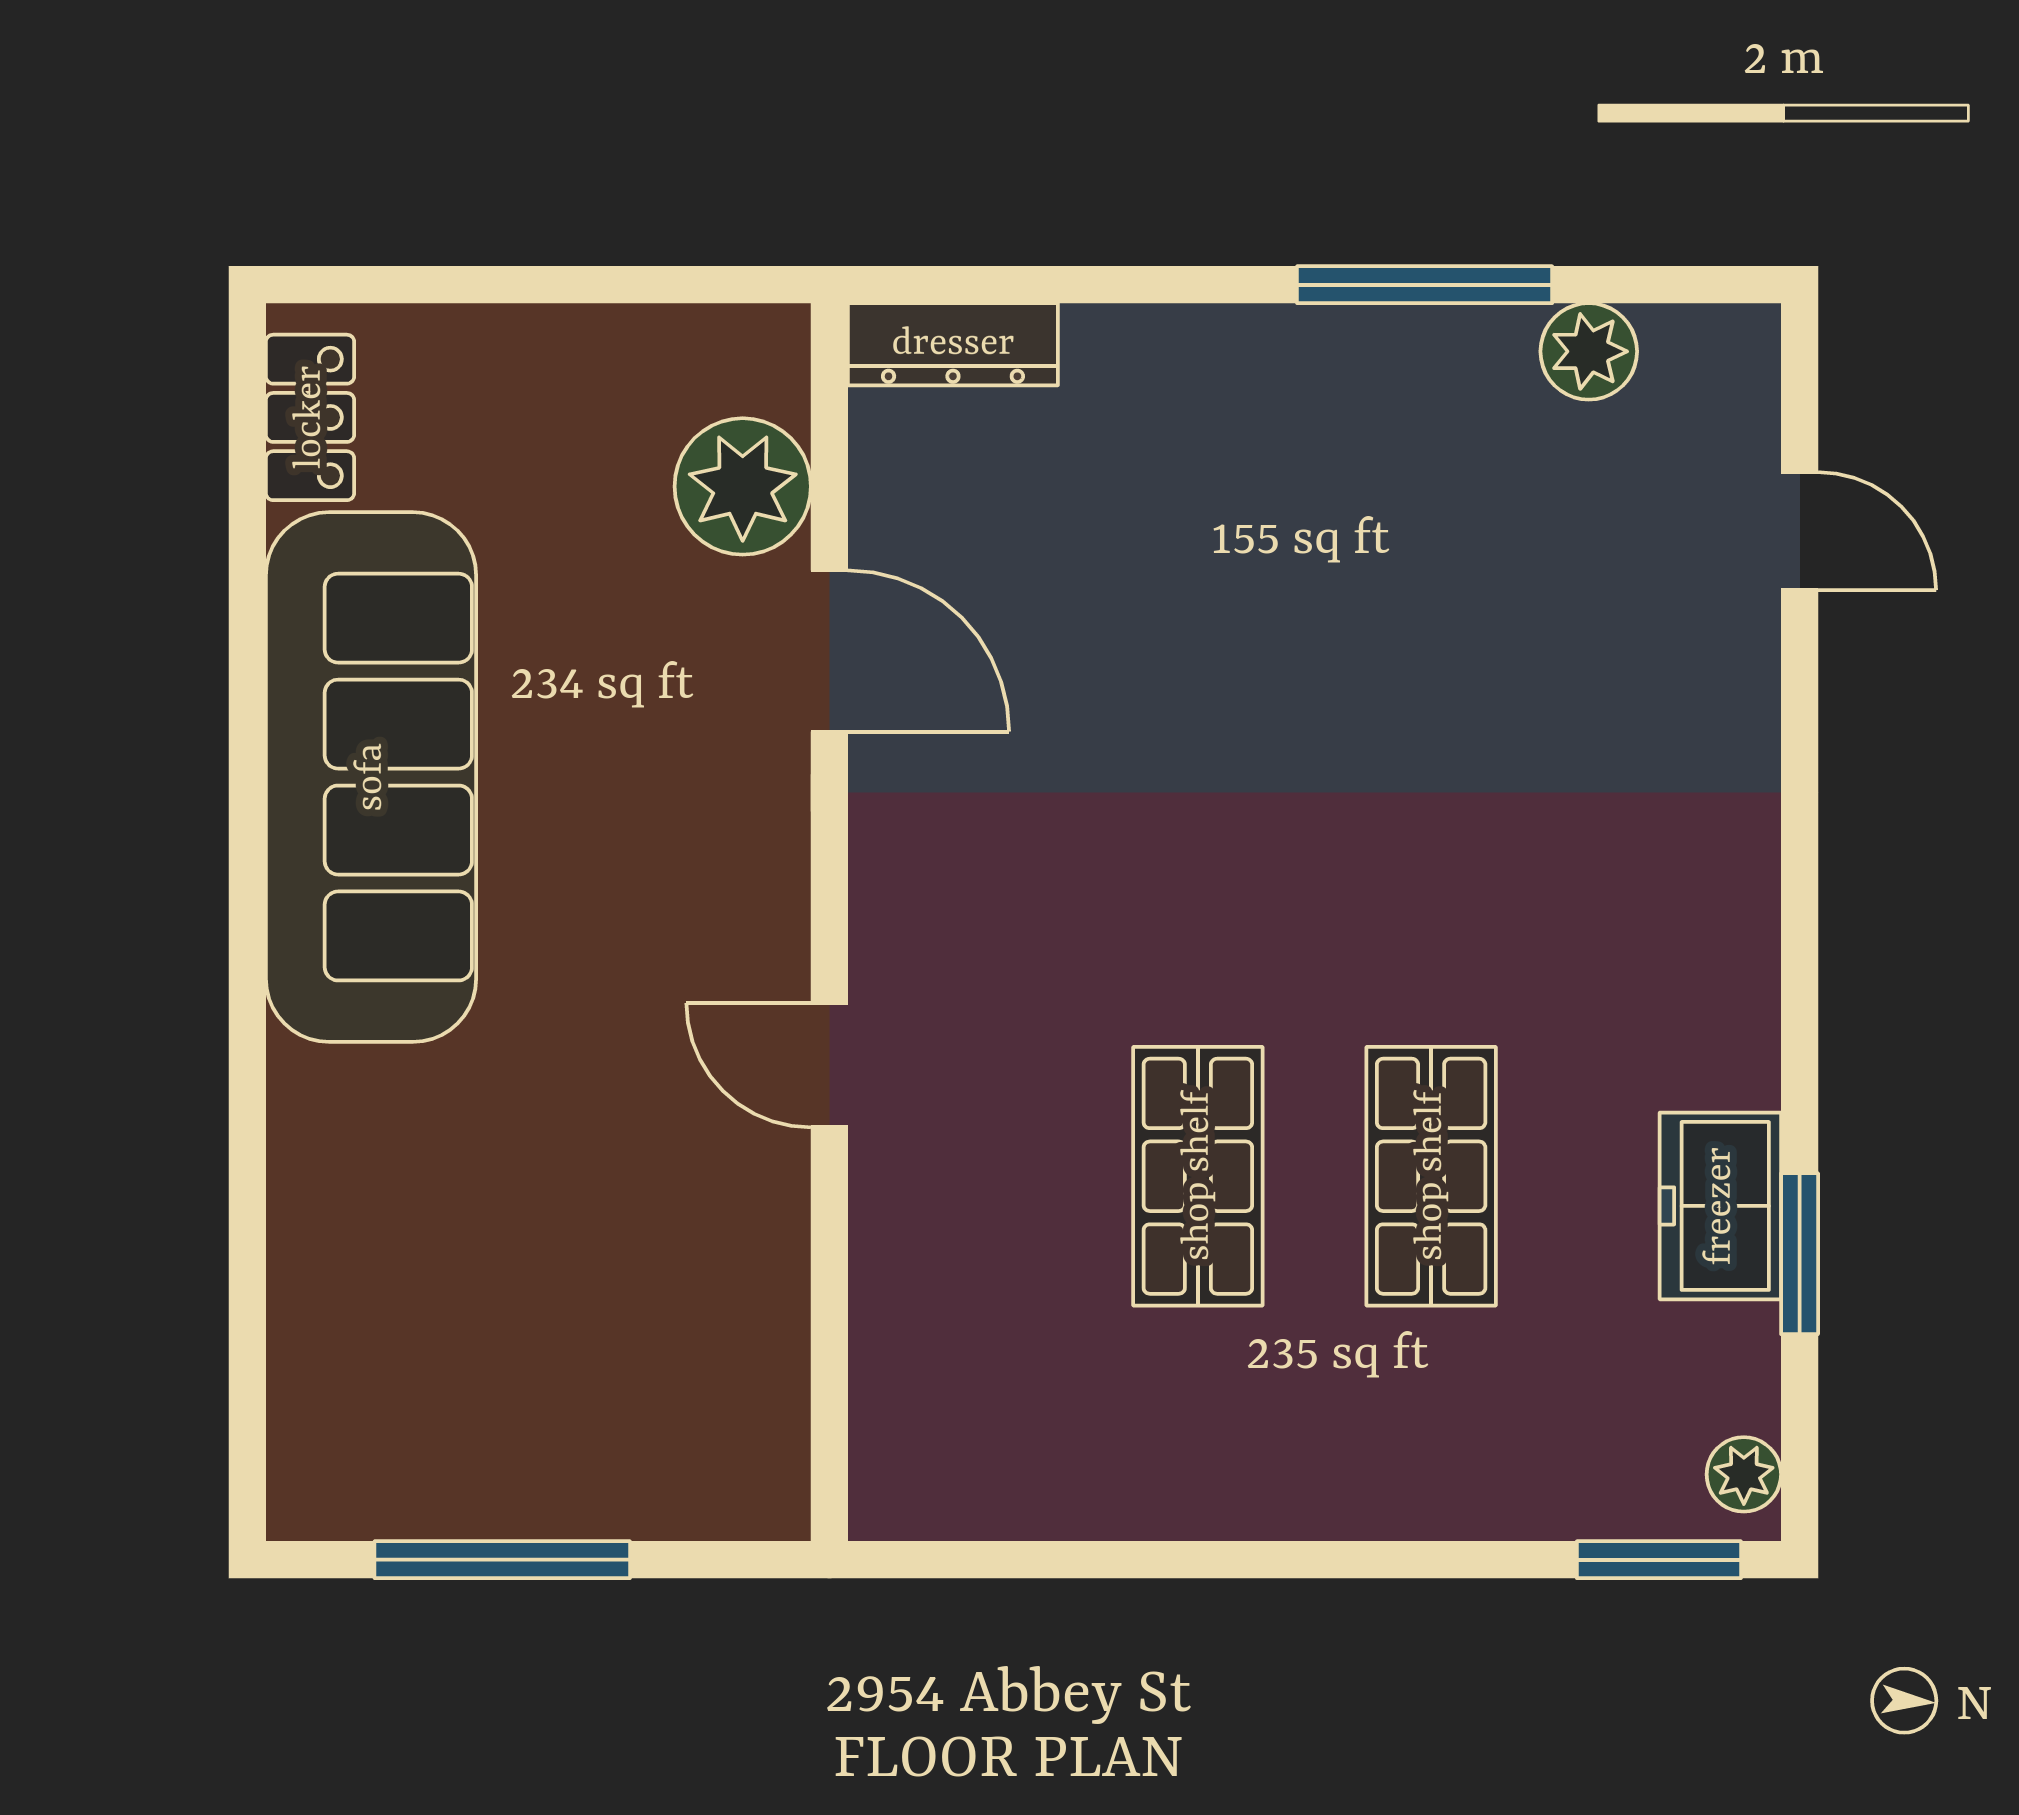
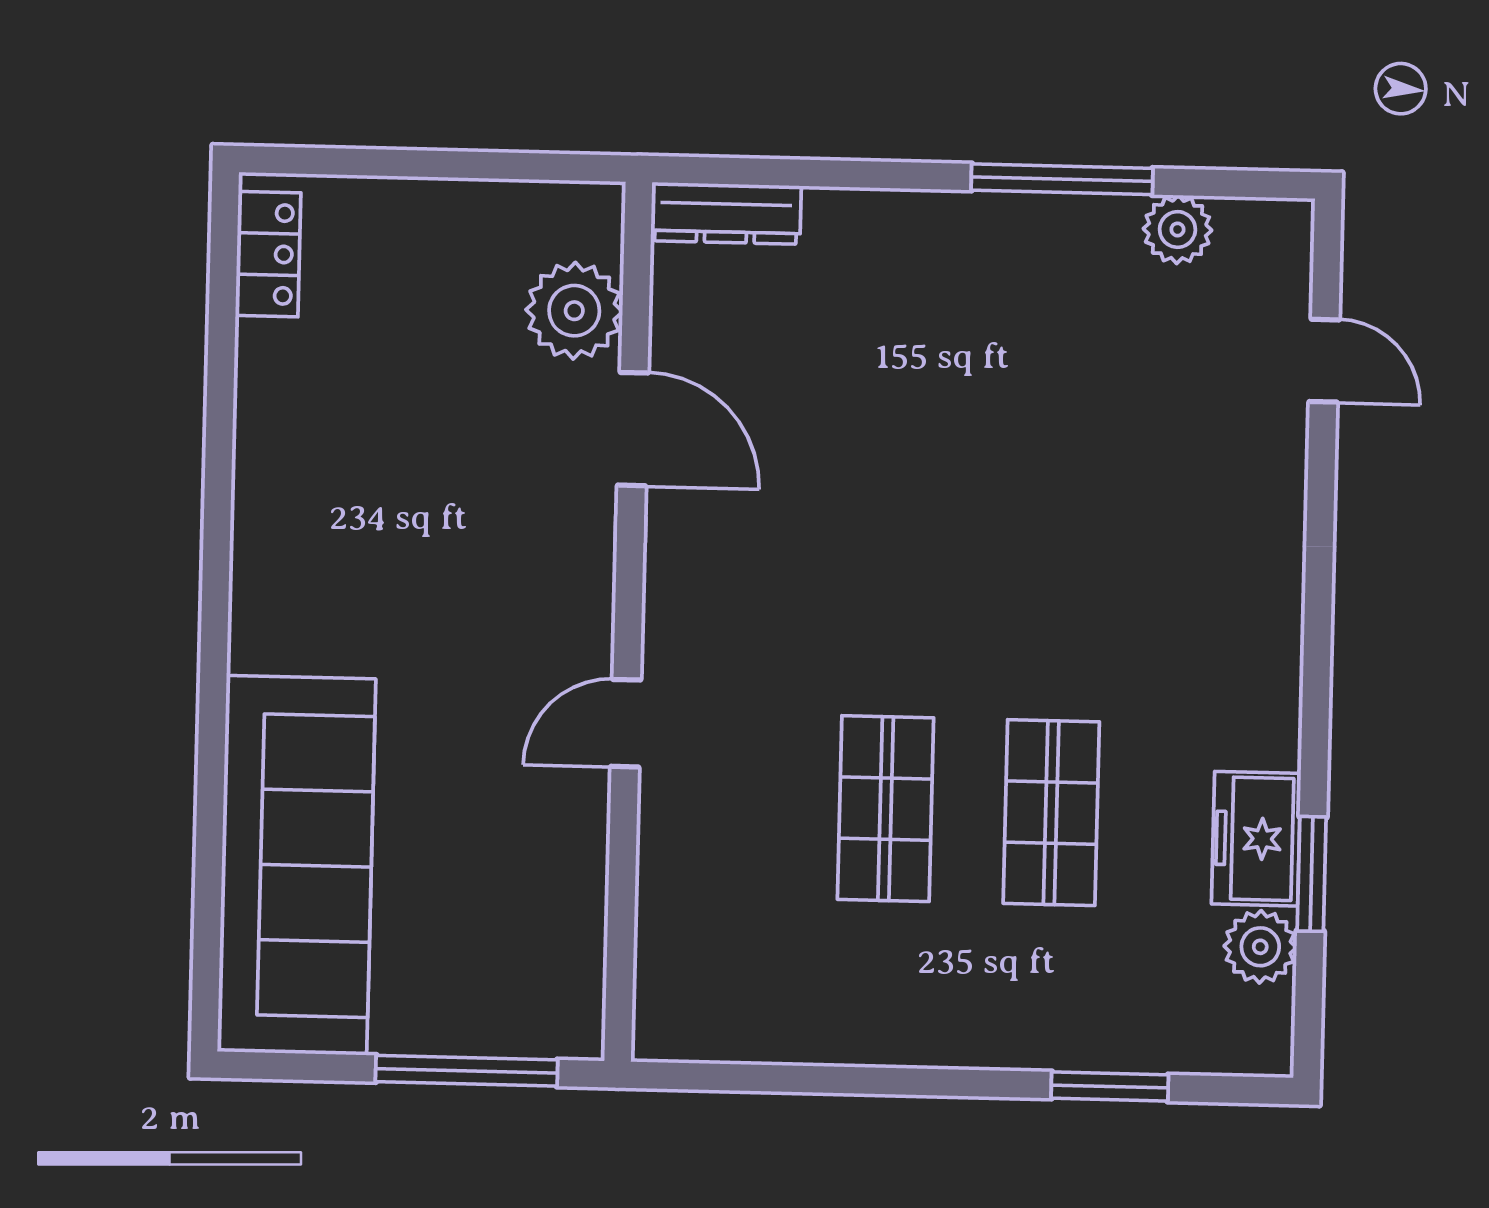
sofa: (371, 777) -> (296, 865), moved
door: (829, 1065) -> (626, 723), hinge flipped
plant: (1744, 1474) -> (1260, 947), moved, width x1.38, depth x1.38
window: (502, 1560) -> (467, 1071), moved
window: (1659, 1560) -> (1110, 1087), moved

